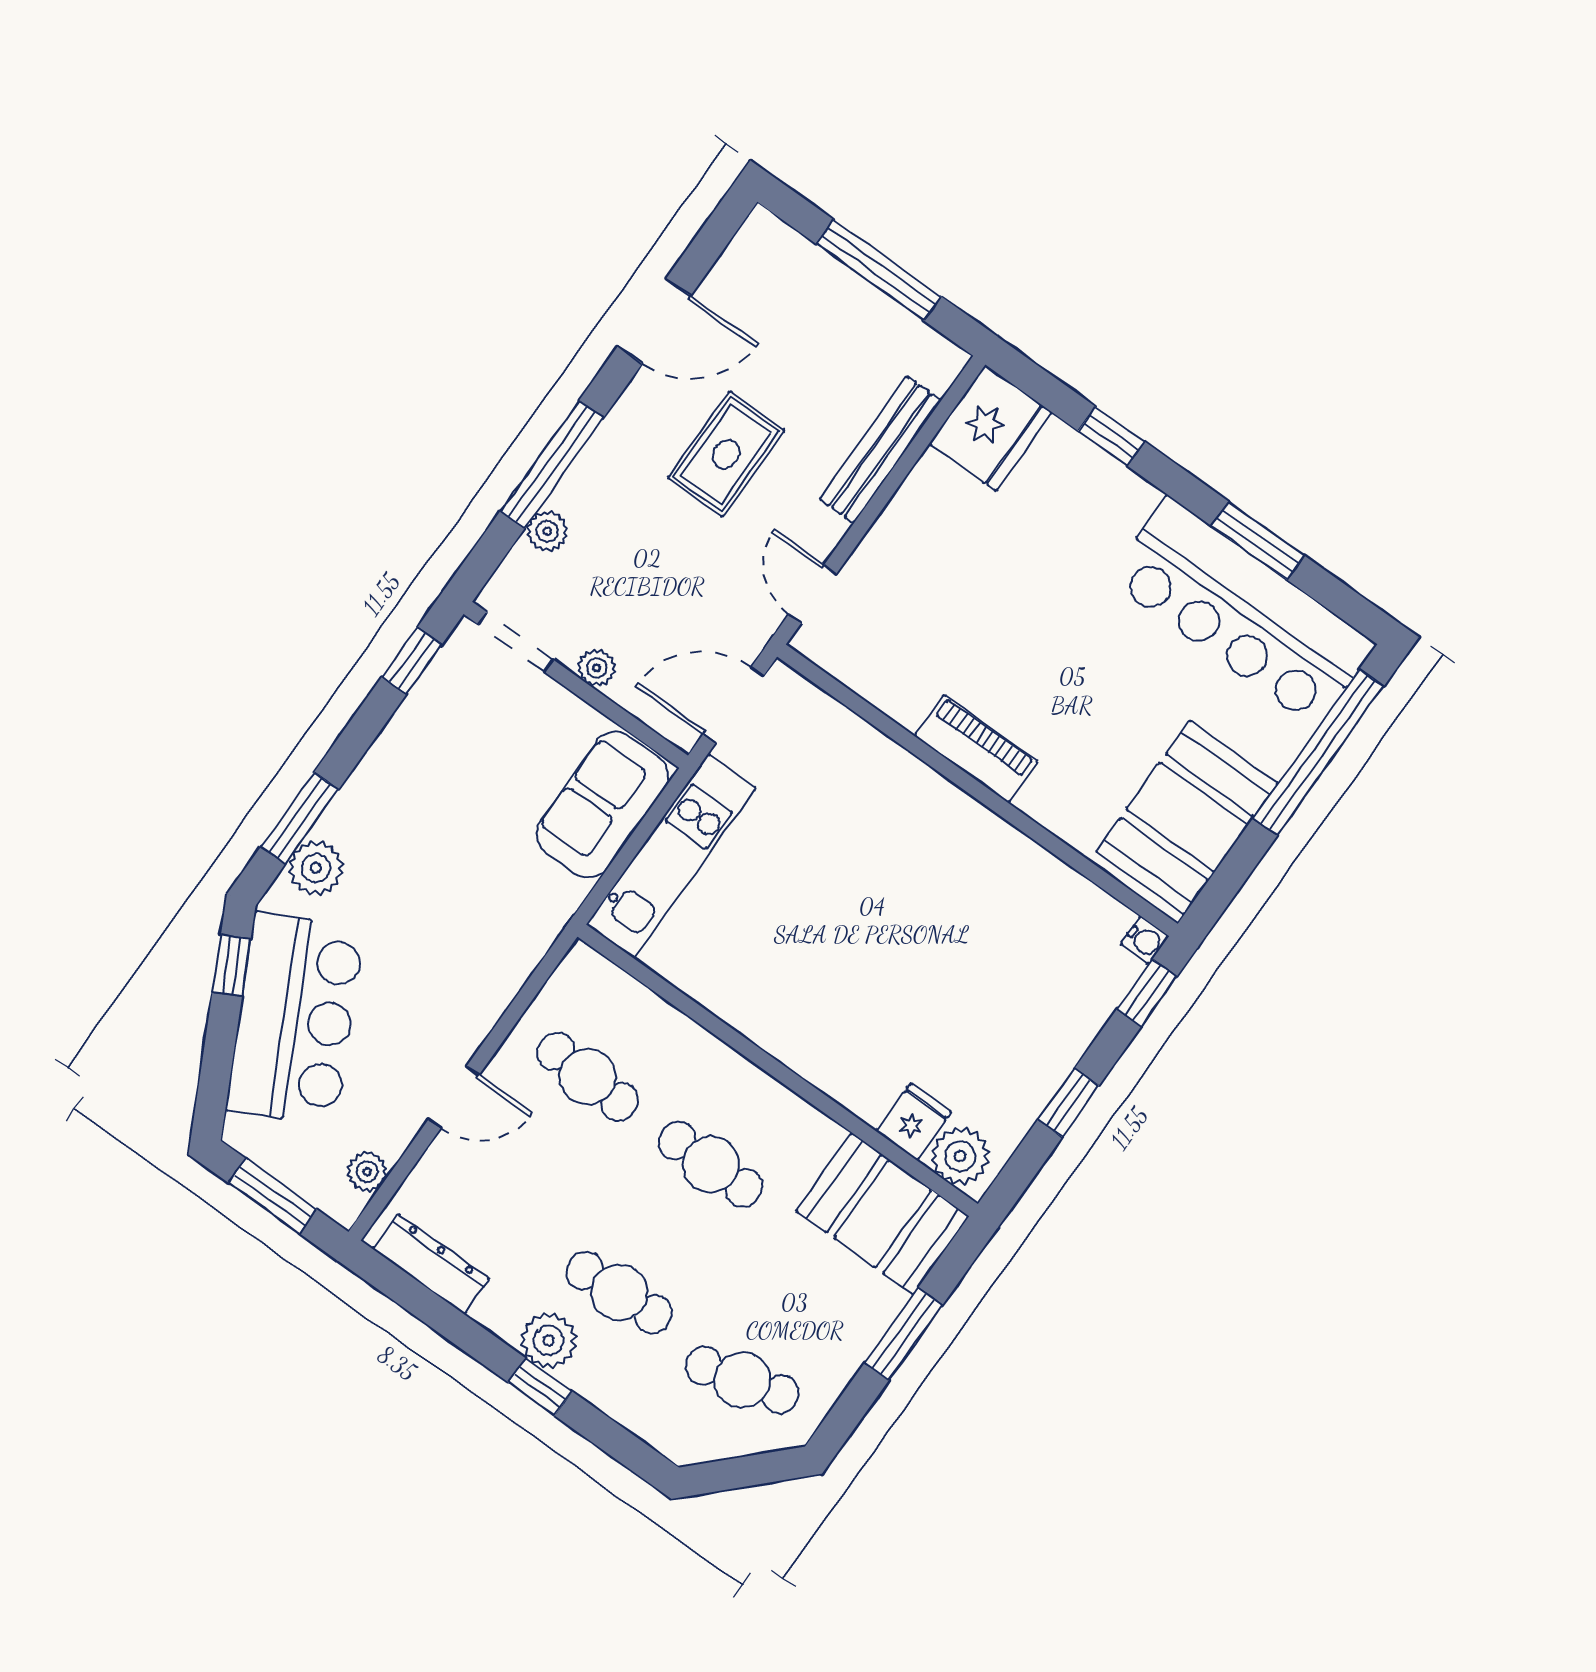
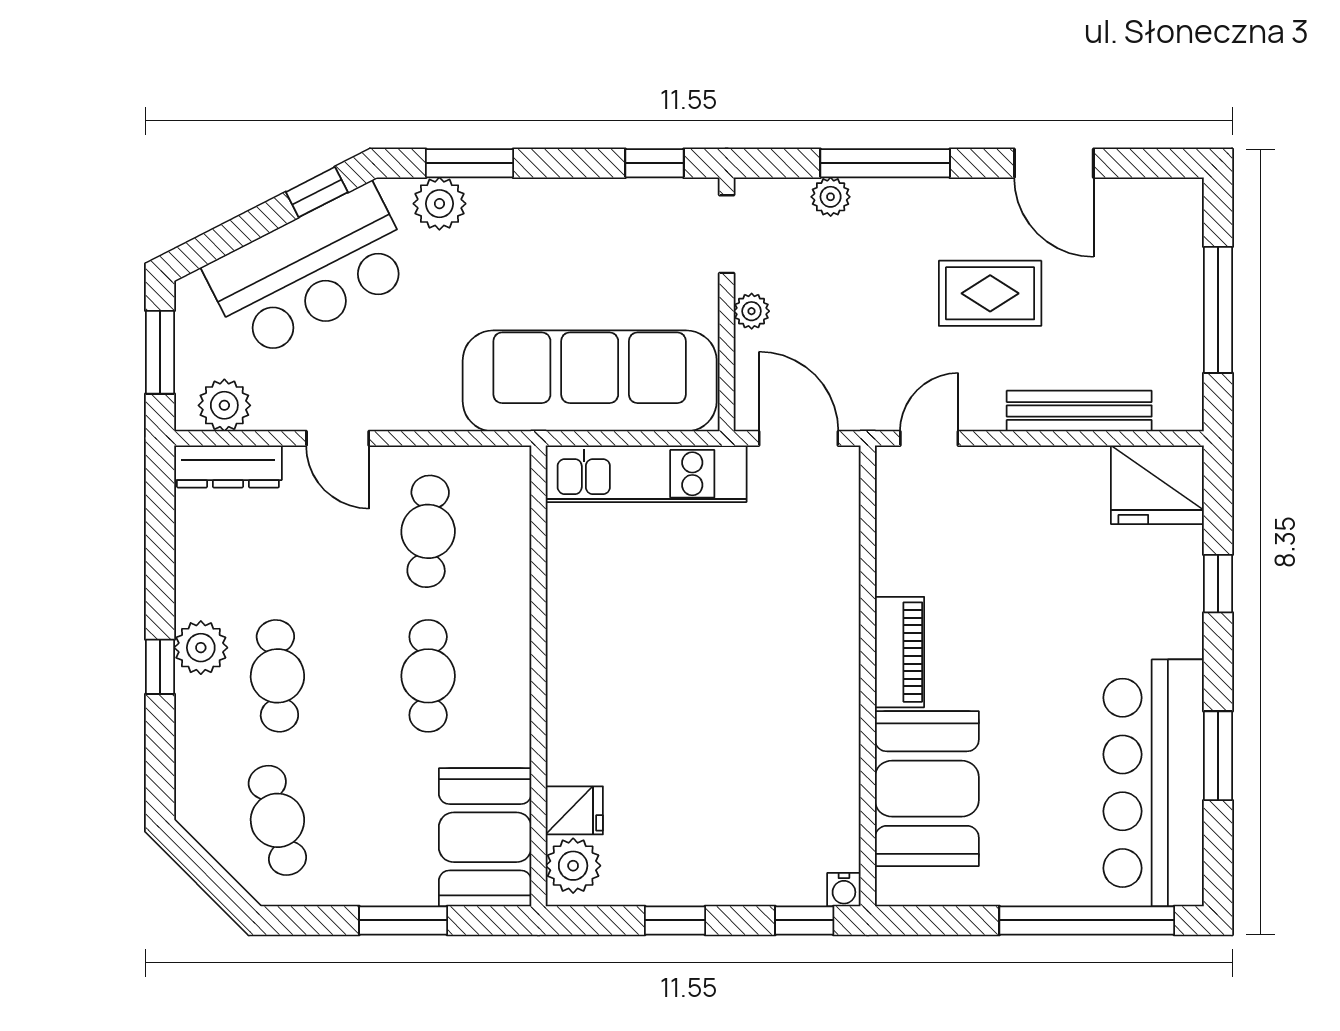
sofa: (602, 805) -> (590, 381), width x1.85, depth x1.27
booth: (1187, 817) -> (927, 789), moved, turned 90
plant: (367, 1172) -> (224, 405), width x1.38, depth x1.38
dresser: (431, 1264) -> (228, 467), moved, turned 90

